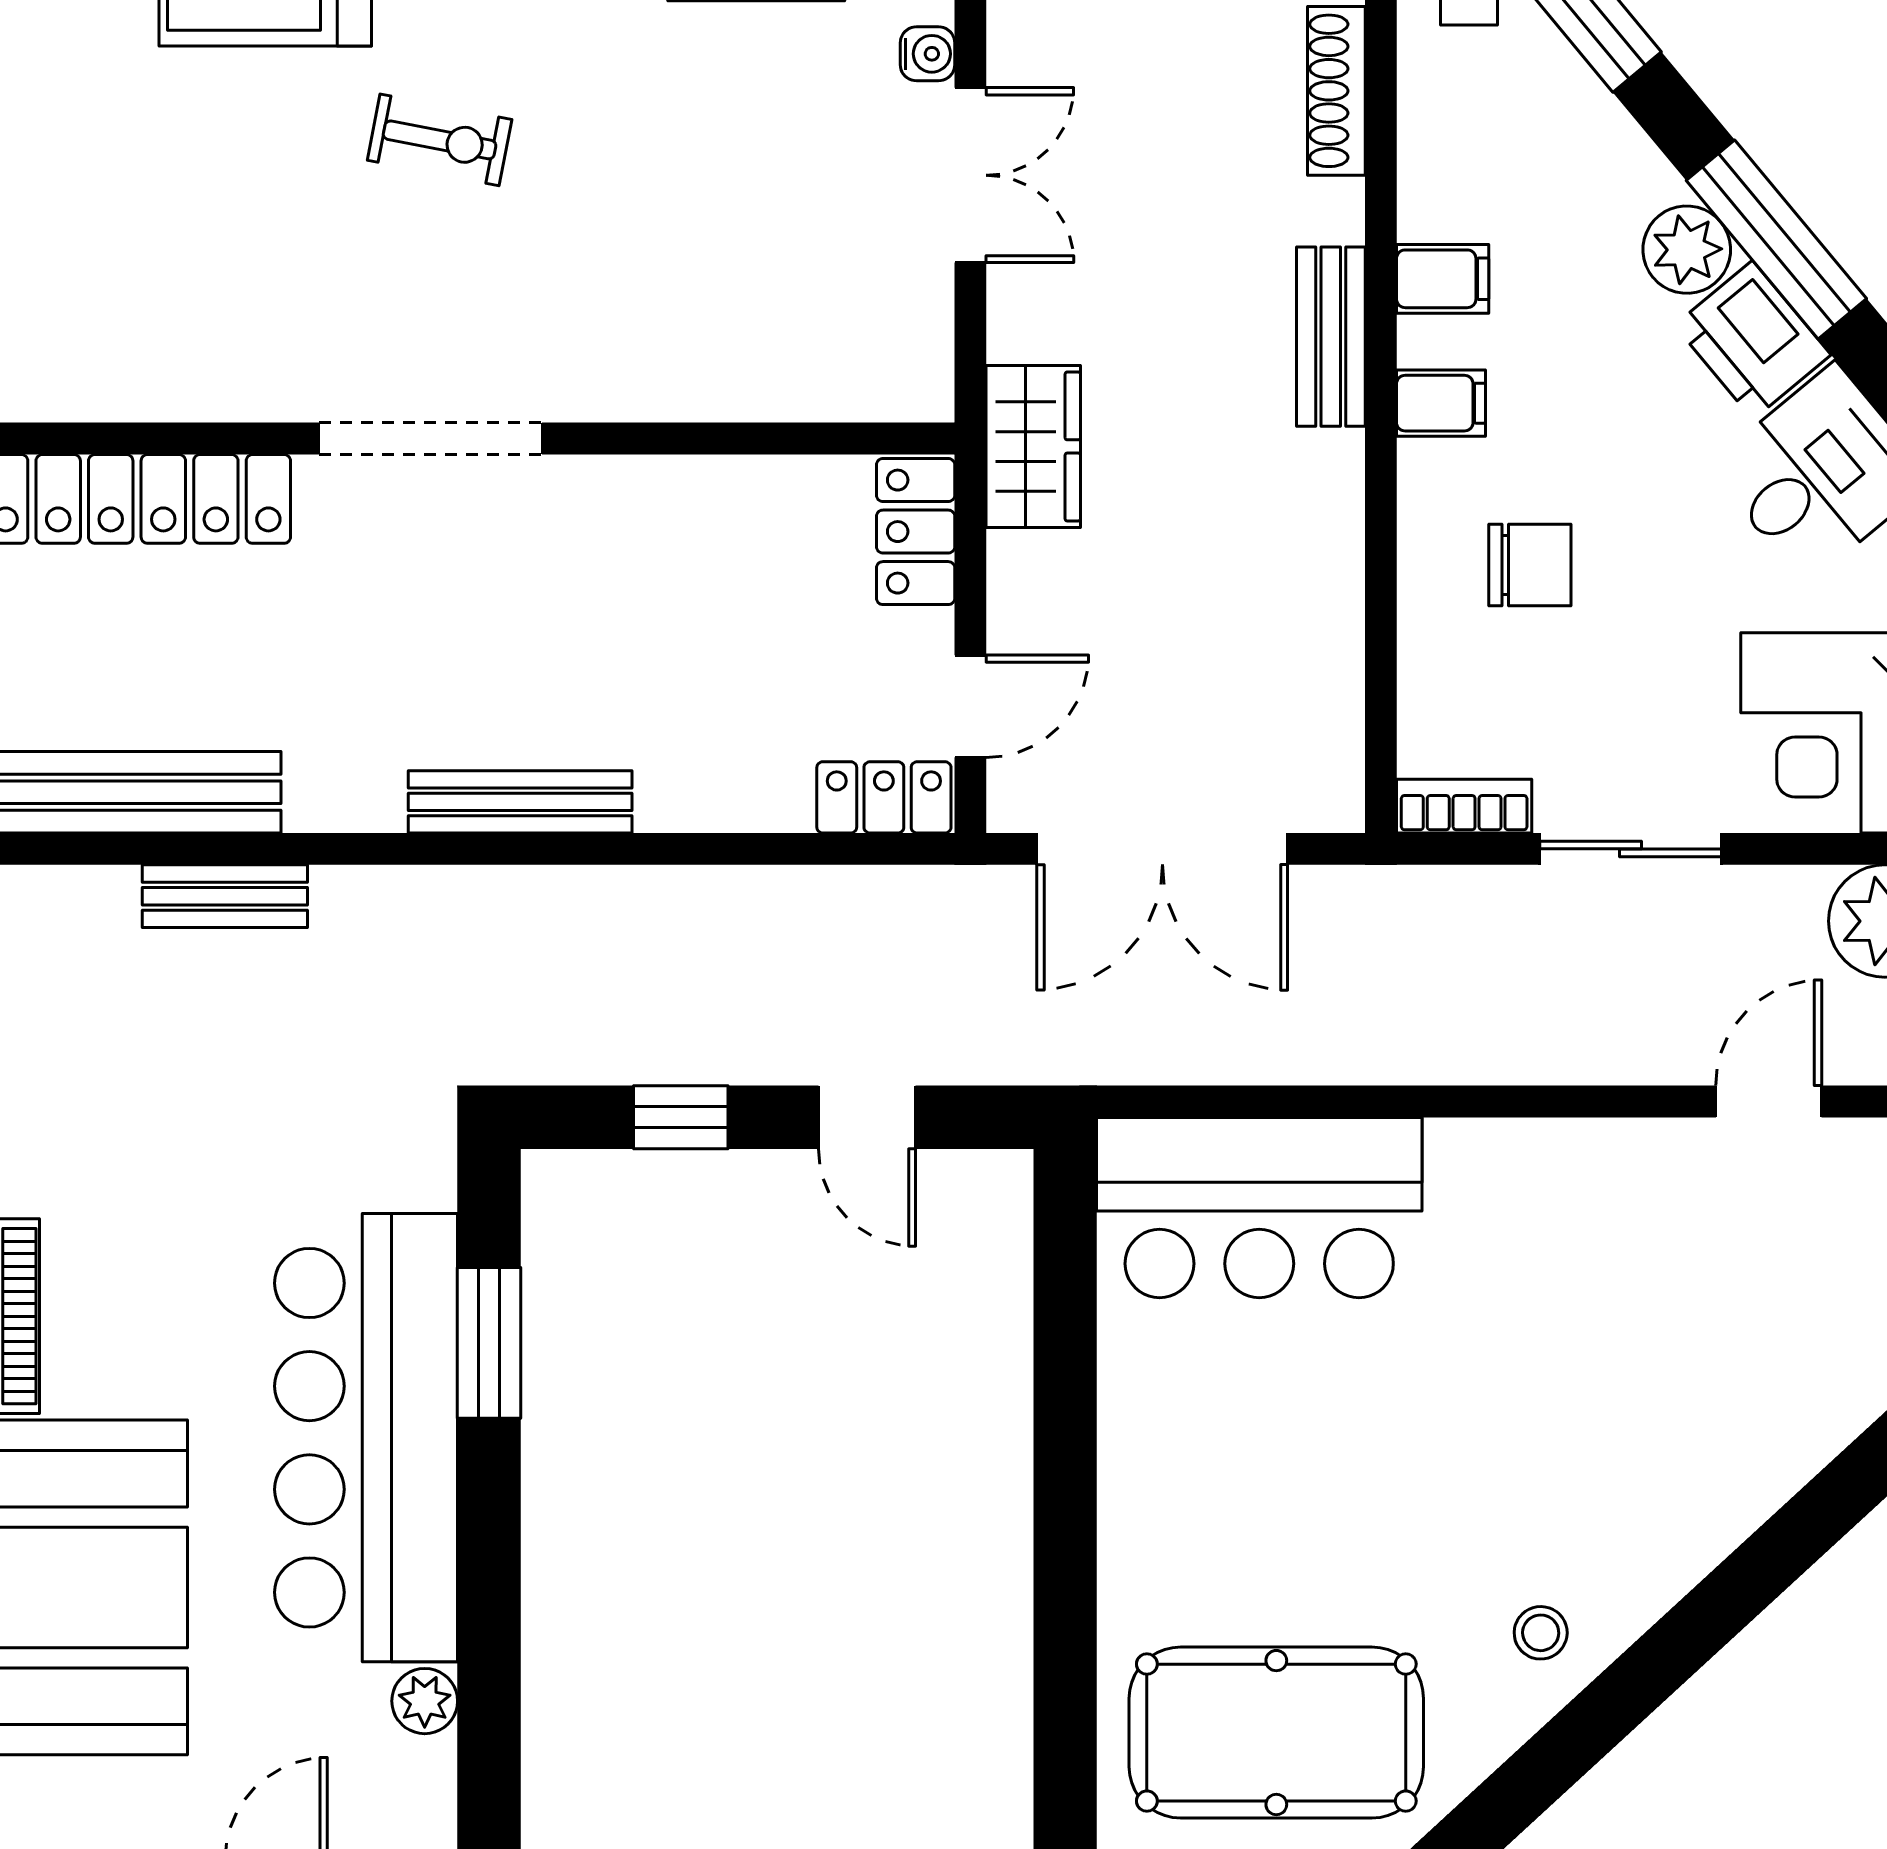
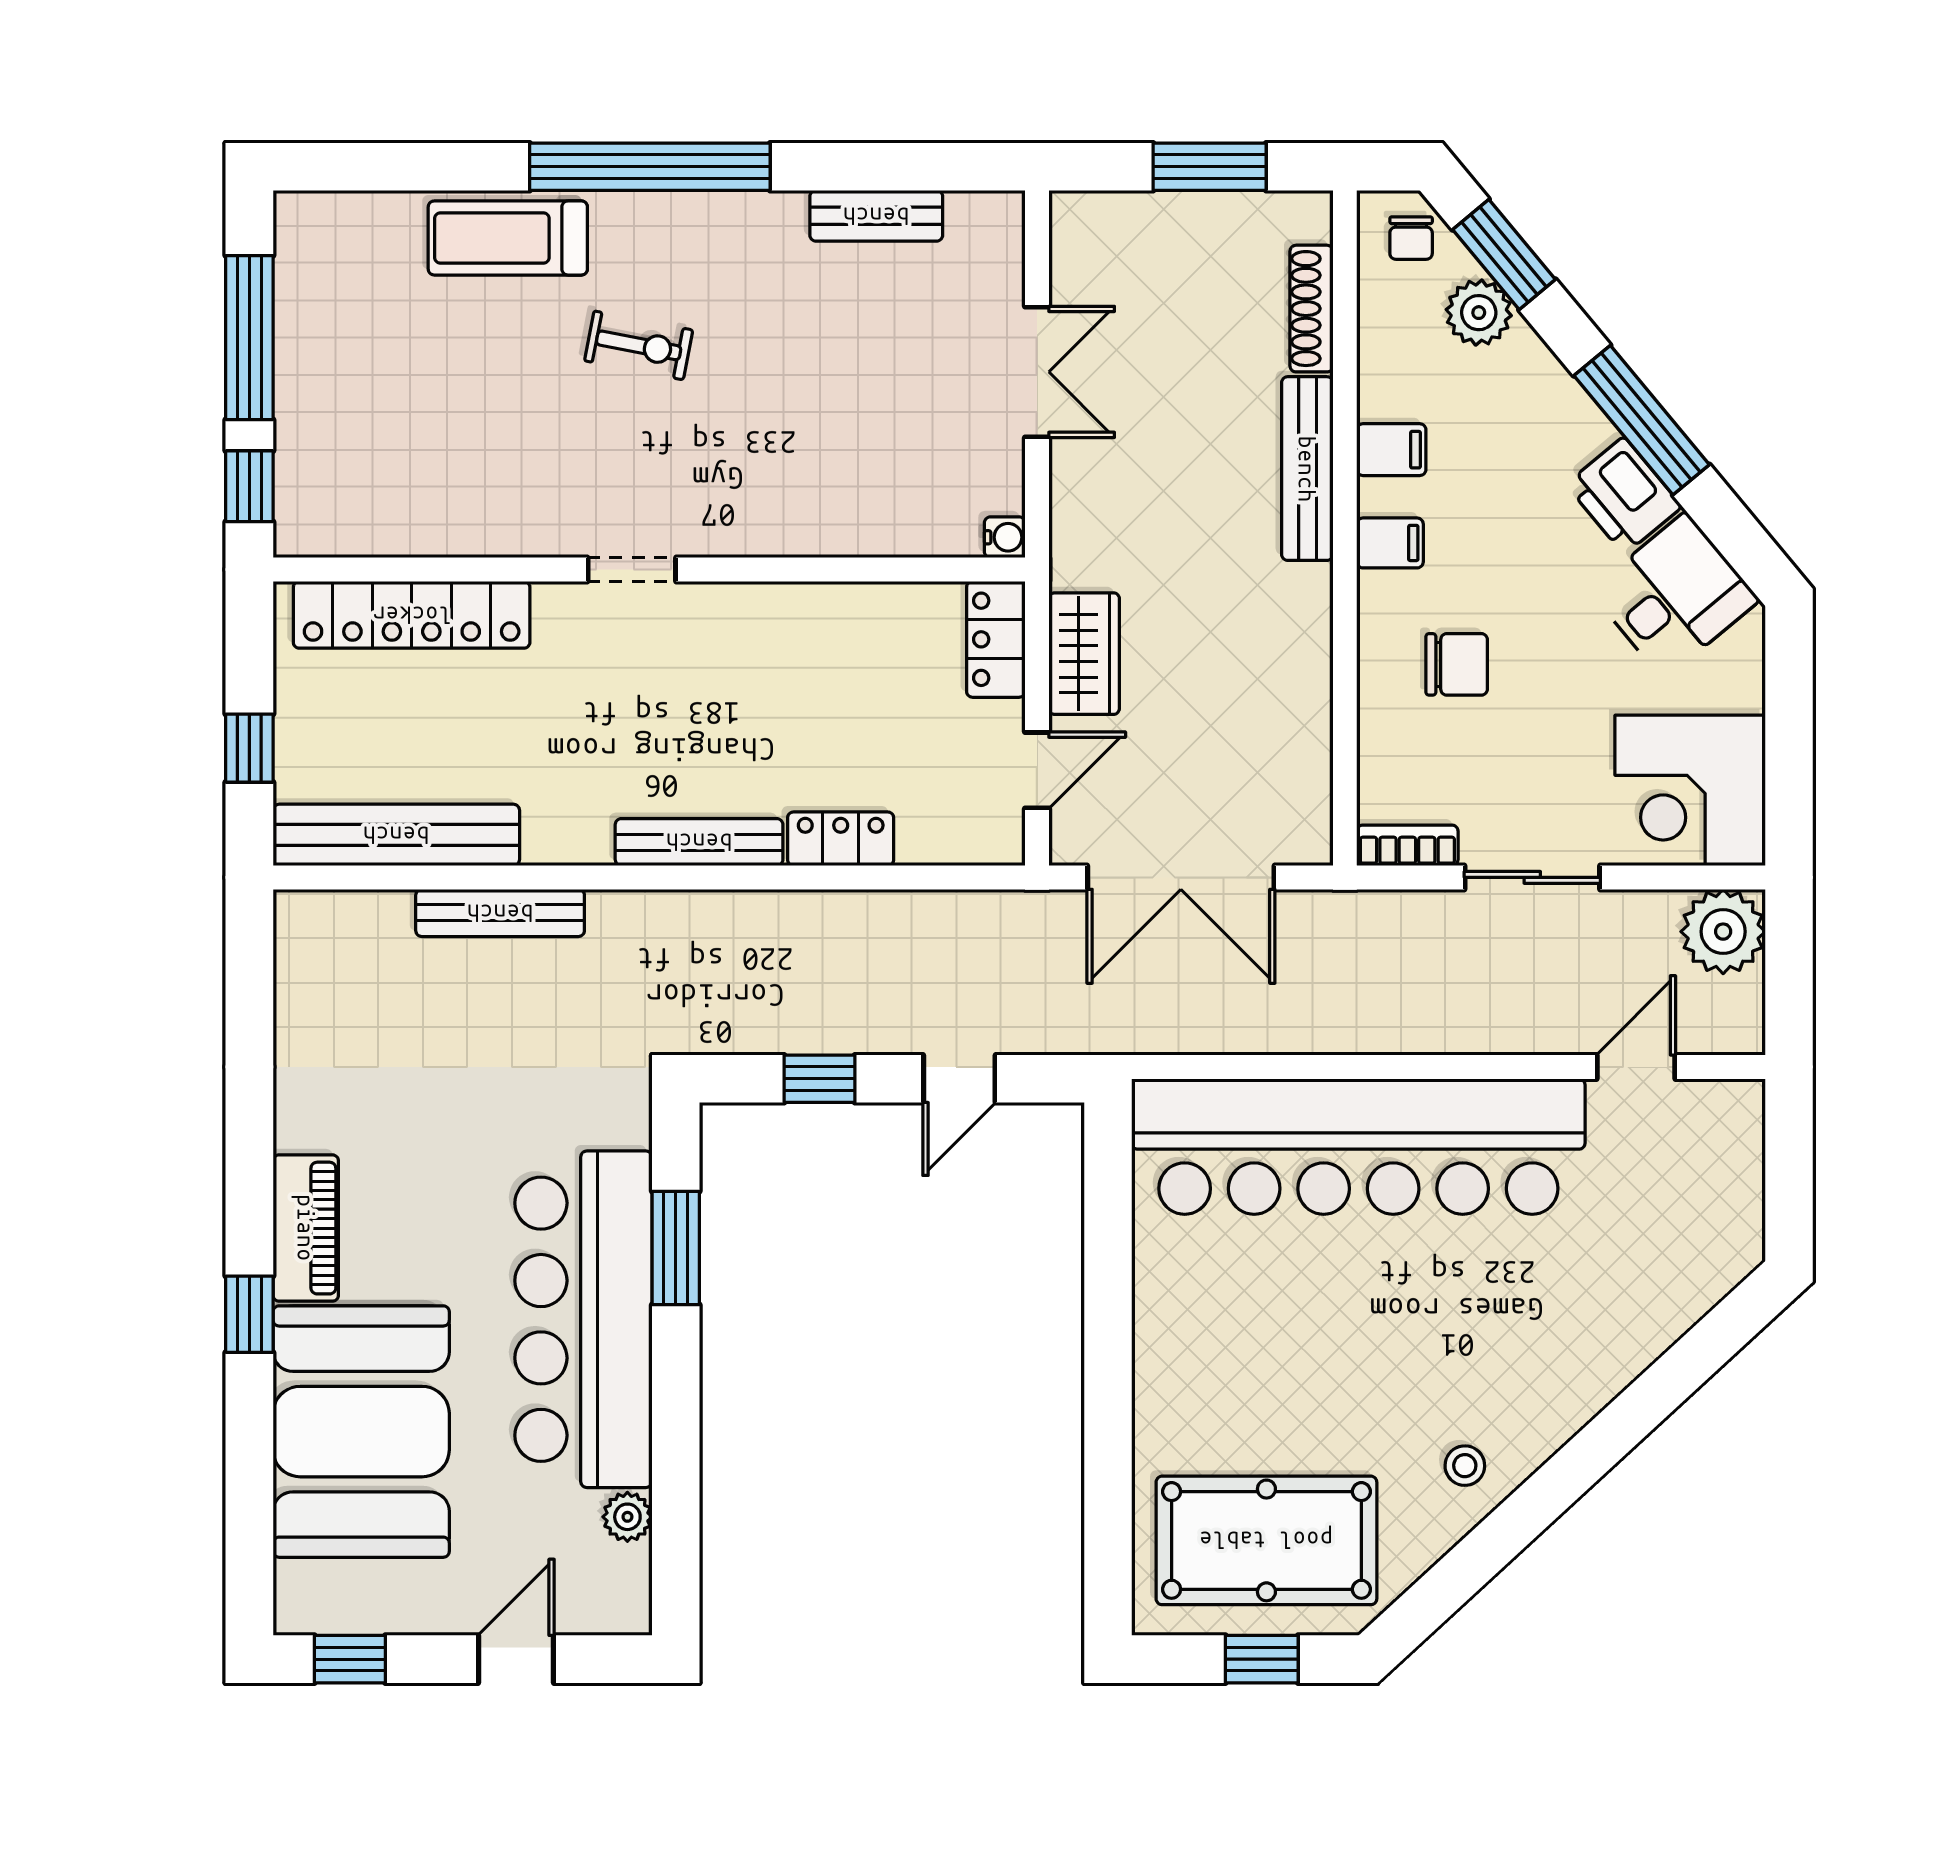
water cooler: (928, 54) -> (1005, 537), moved
plant: (1687, 250) -> (1479, 313), moved
bench: (1331, 337) -> (1307, 469), width x1.36
doorway: (430, 439) -> (632, 569), width x0.53
wardrobe: (1033, 446) -> (1084, 654), moved
locker: (884, 797) -> (841, 839), moved
bench: (225, 896) -> (500, 913), width x1.36
door: (867, 1117) -> (959, 1079), hinge flipped
bar counter: (1259, 1208) -> (1358, 1147), width x1.86

